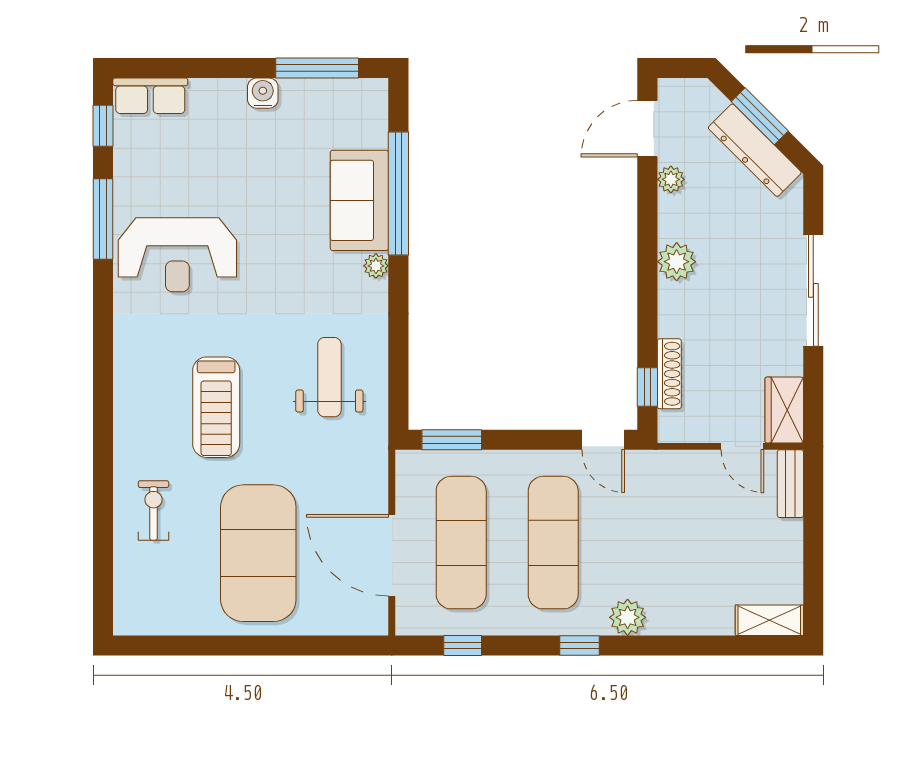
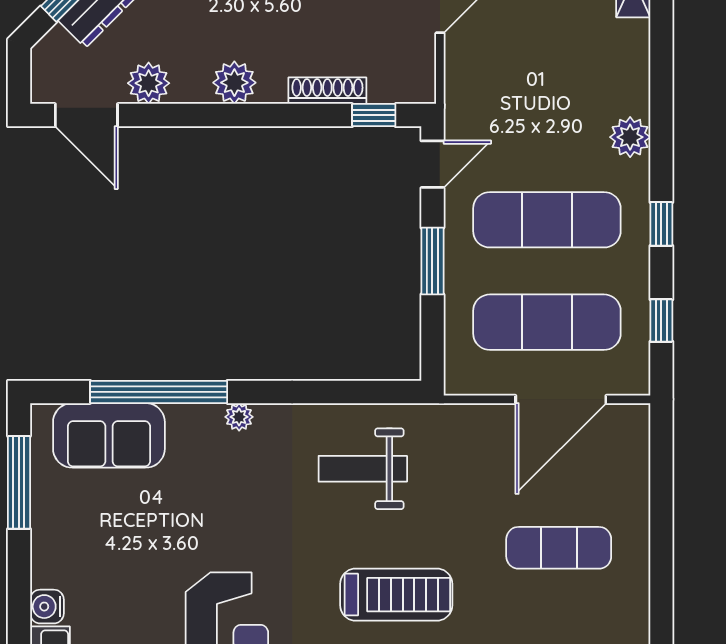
water cooler: (263, 93) -> (47, 607), moved
plant: (671, 179) -> (149, 83), width x1.38, depth x1.38
sofa: (359, 200) -> (109, 435), moved
shoe rack: (669, 374) -> (327, 91), moved
window: (452, 440) -> (432, 261), moved
exercise mat: (258, 553) -> (559, 548), width x0.50, depth x0.69
window: (579, 646) -> (661, 224), moved

